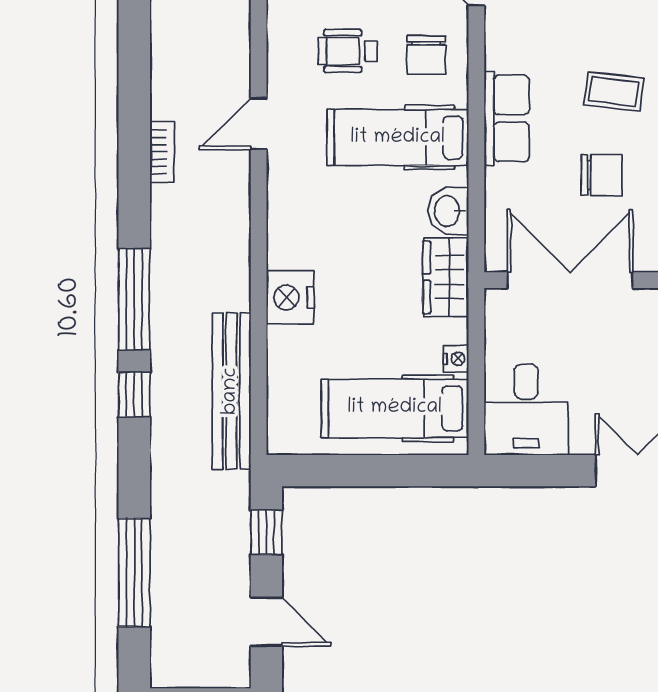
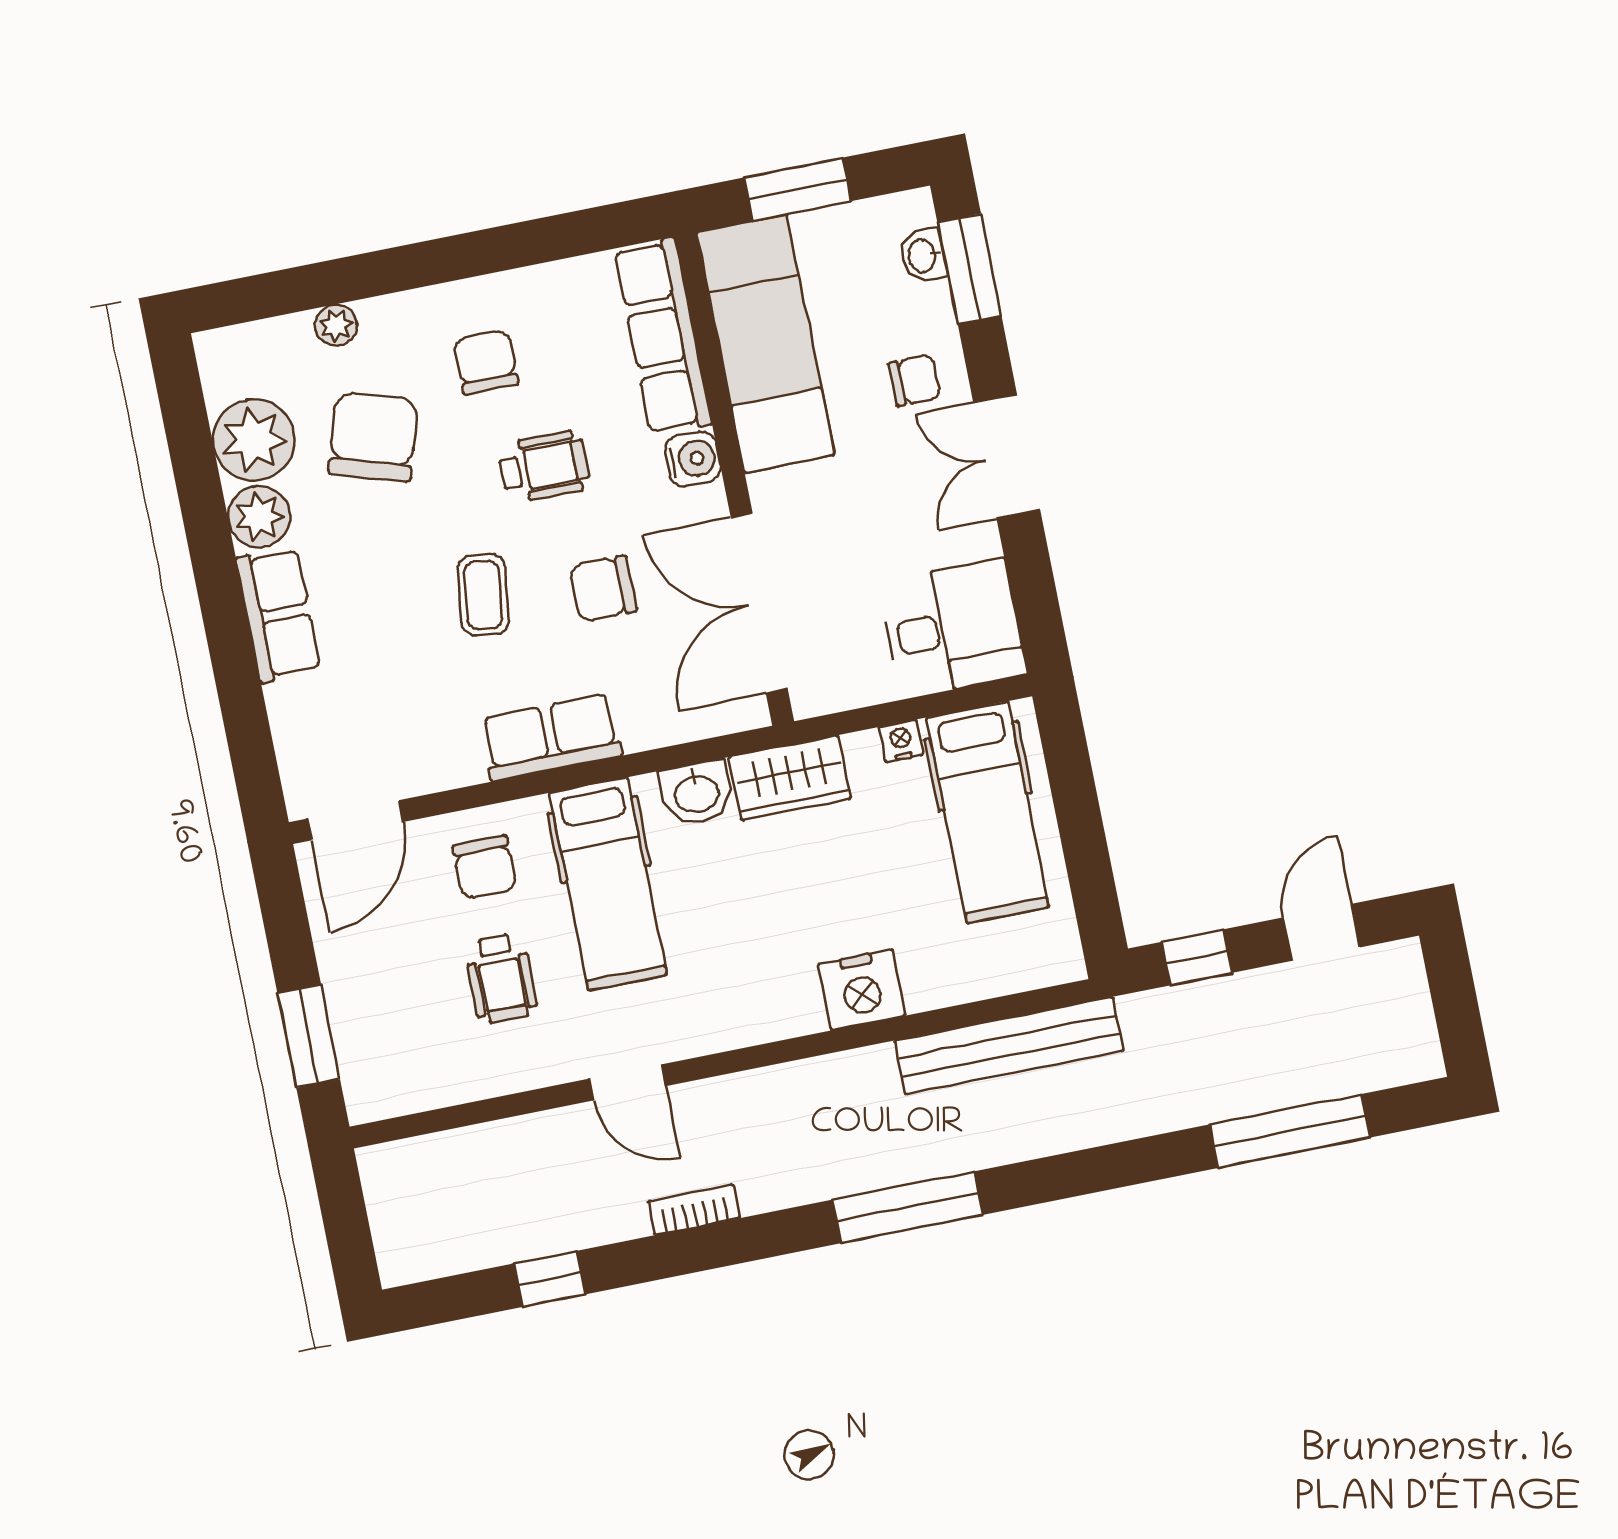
chair: (426, 55) -> (484, 867), turned 90
chair: (602, 175) -> (603, 589), turned -90
window: (134, 395) -> (550, 1279), moved

